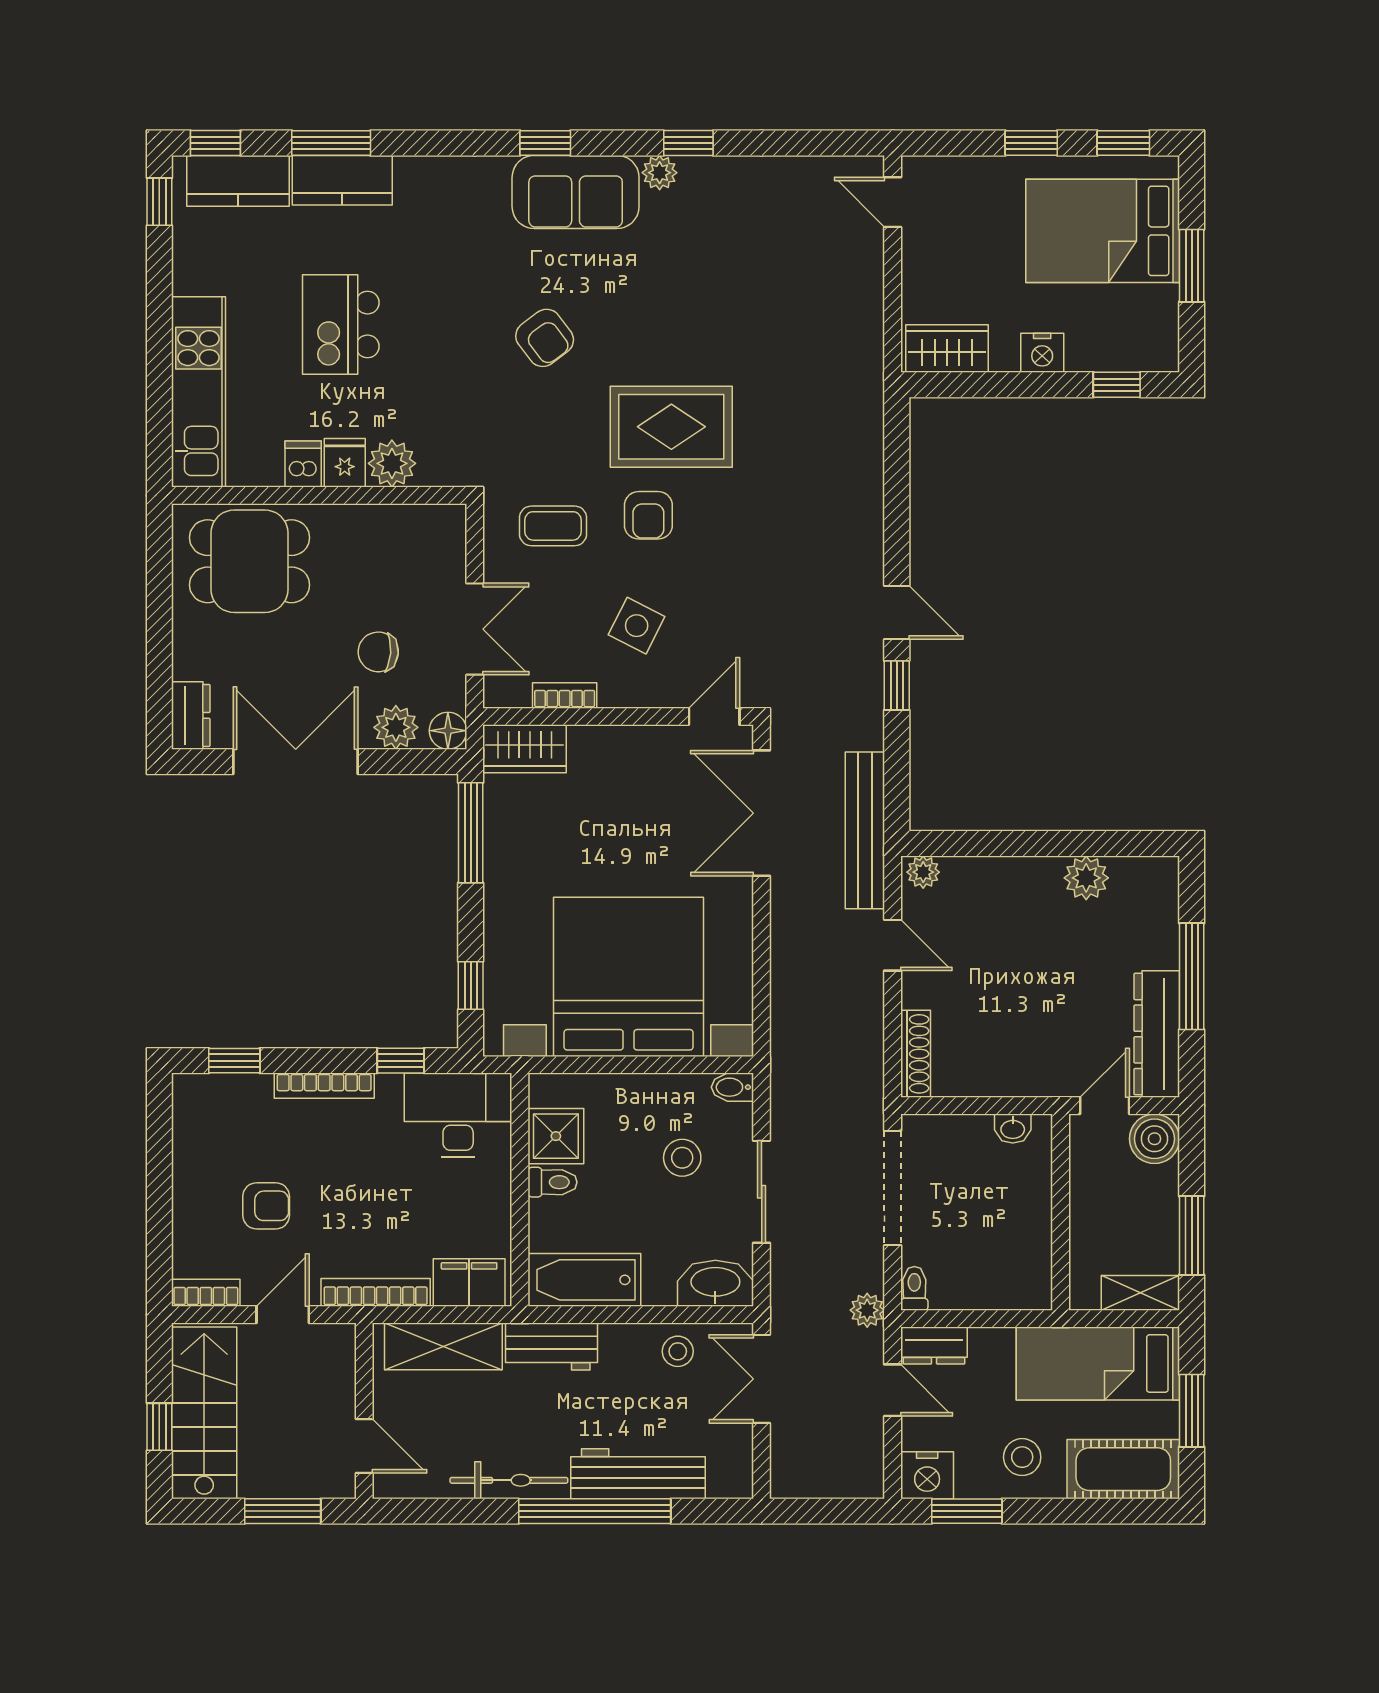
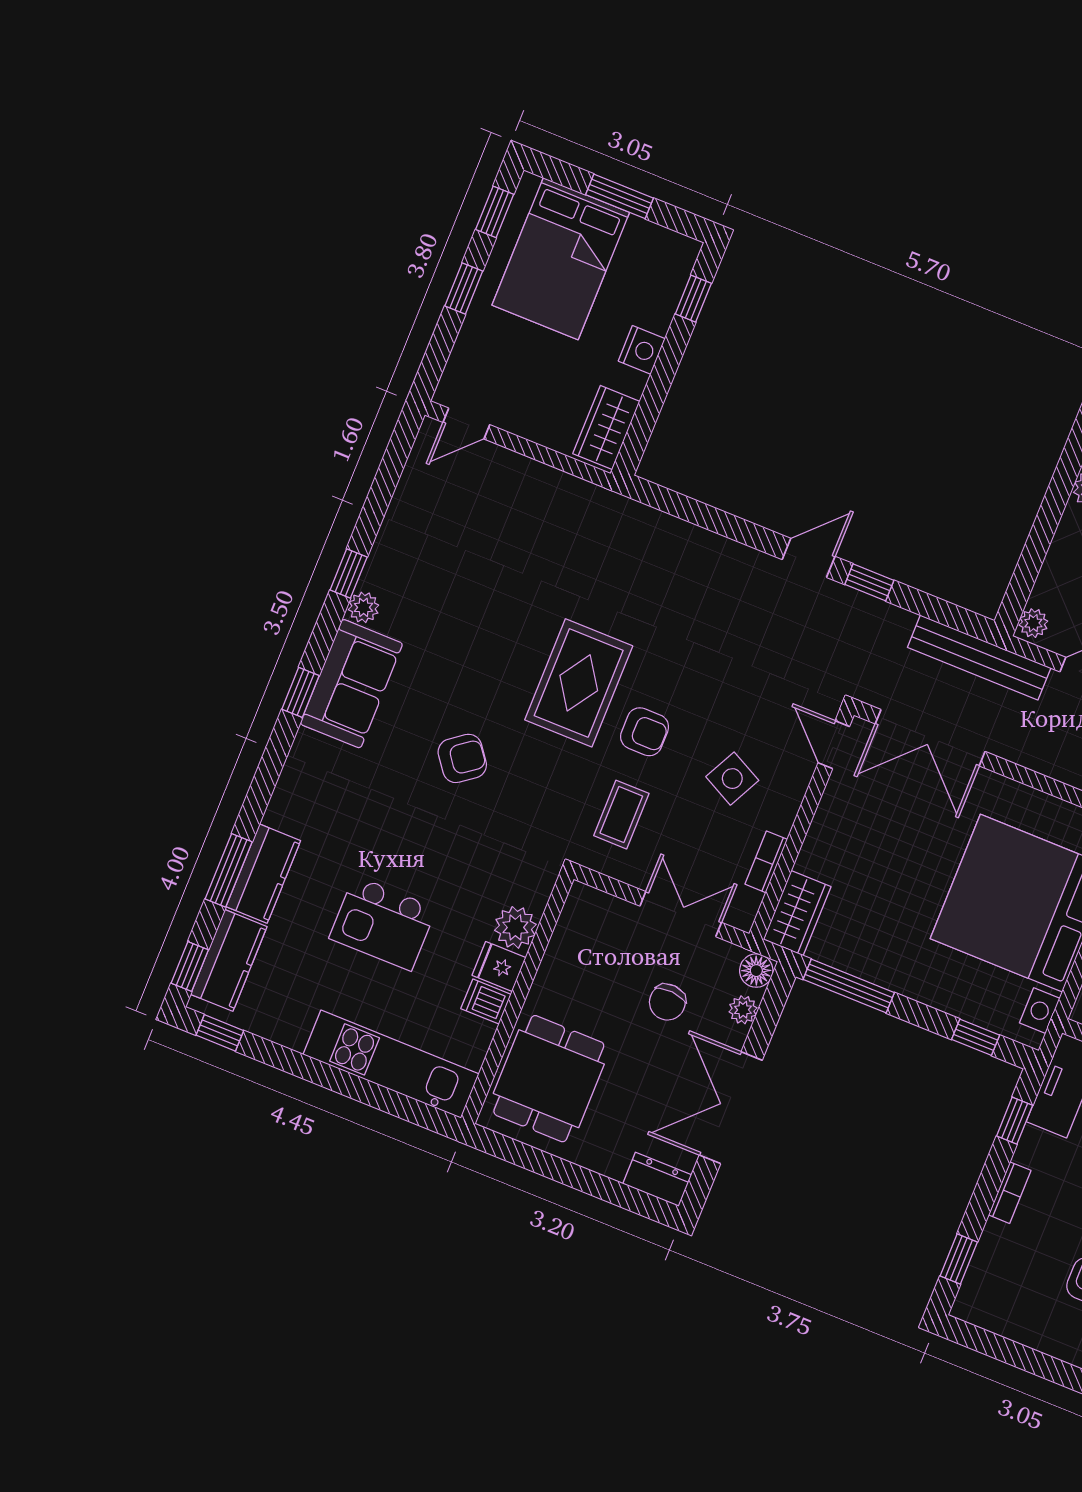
plant: (396, 727) -> (743, 1010), width x0.73, depth x0.73
bookcase: (324, 1086) -> (1010, 1193), width x0.64

